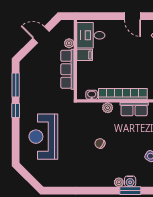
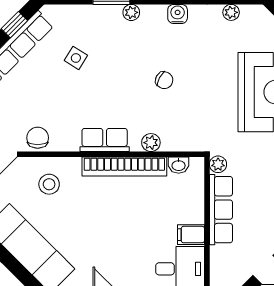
plant: (69, 43) -> (218, 164), moved
water cooler: (130, 181) -> (178, 14), moved
plant: (62, 182) -> (231, 12), added

